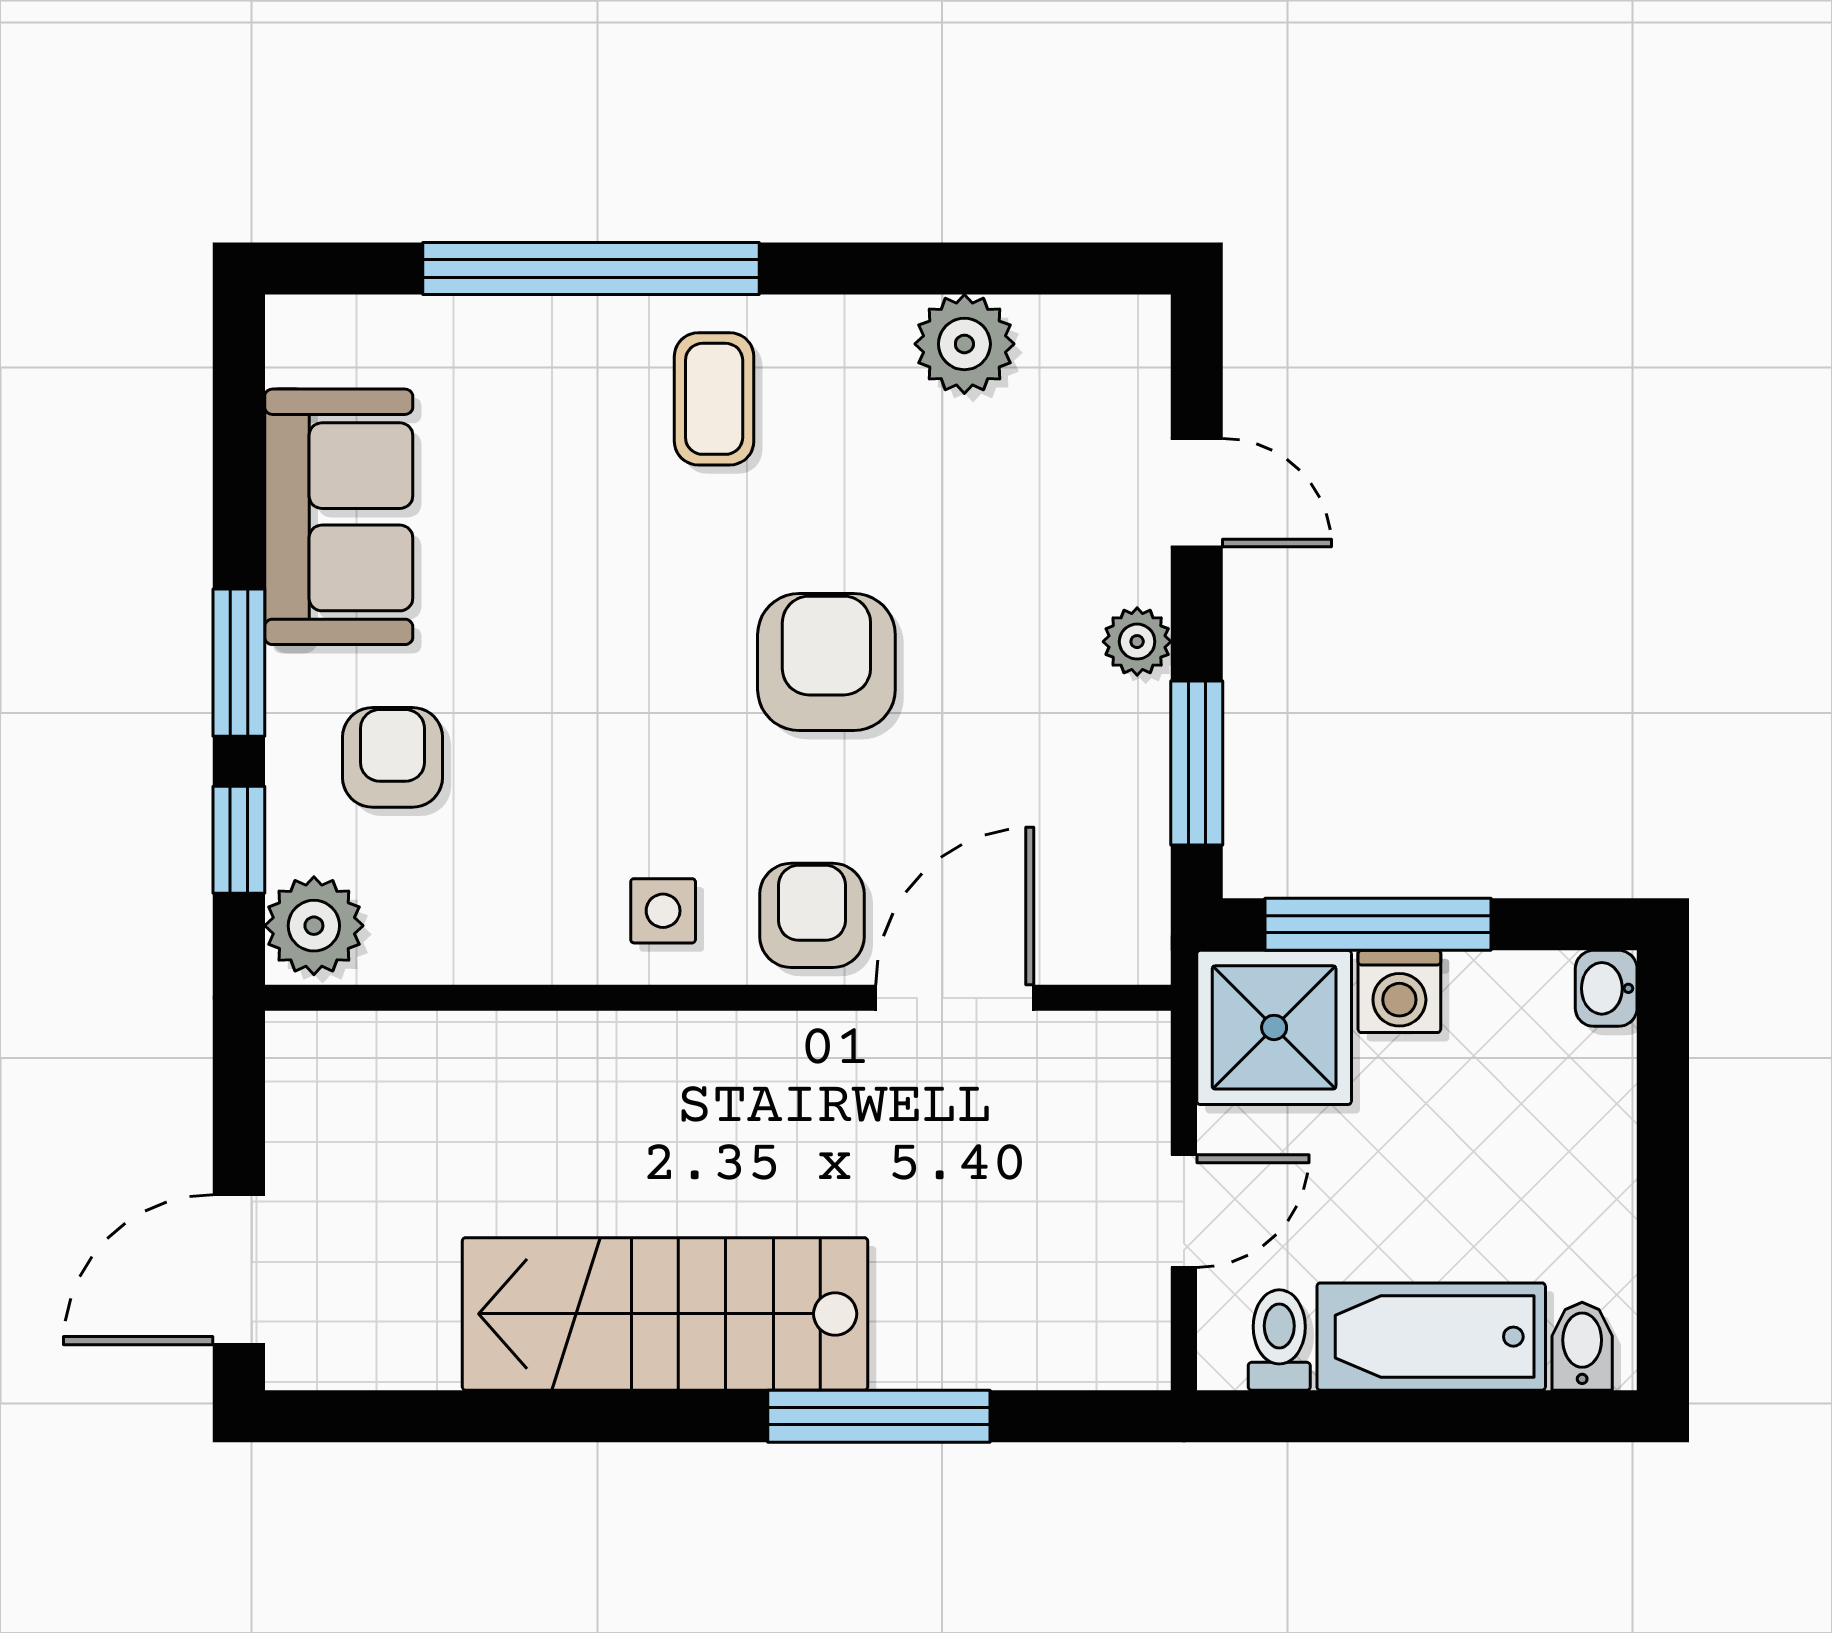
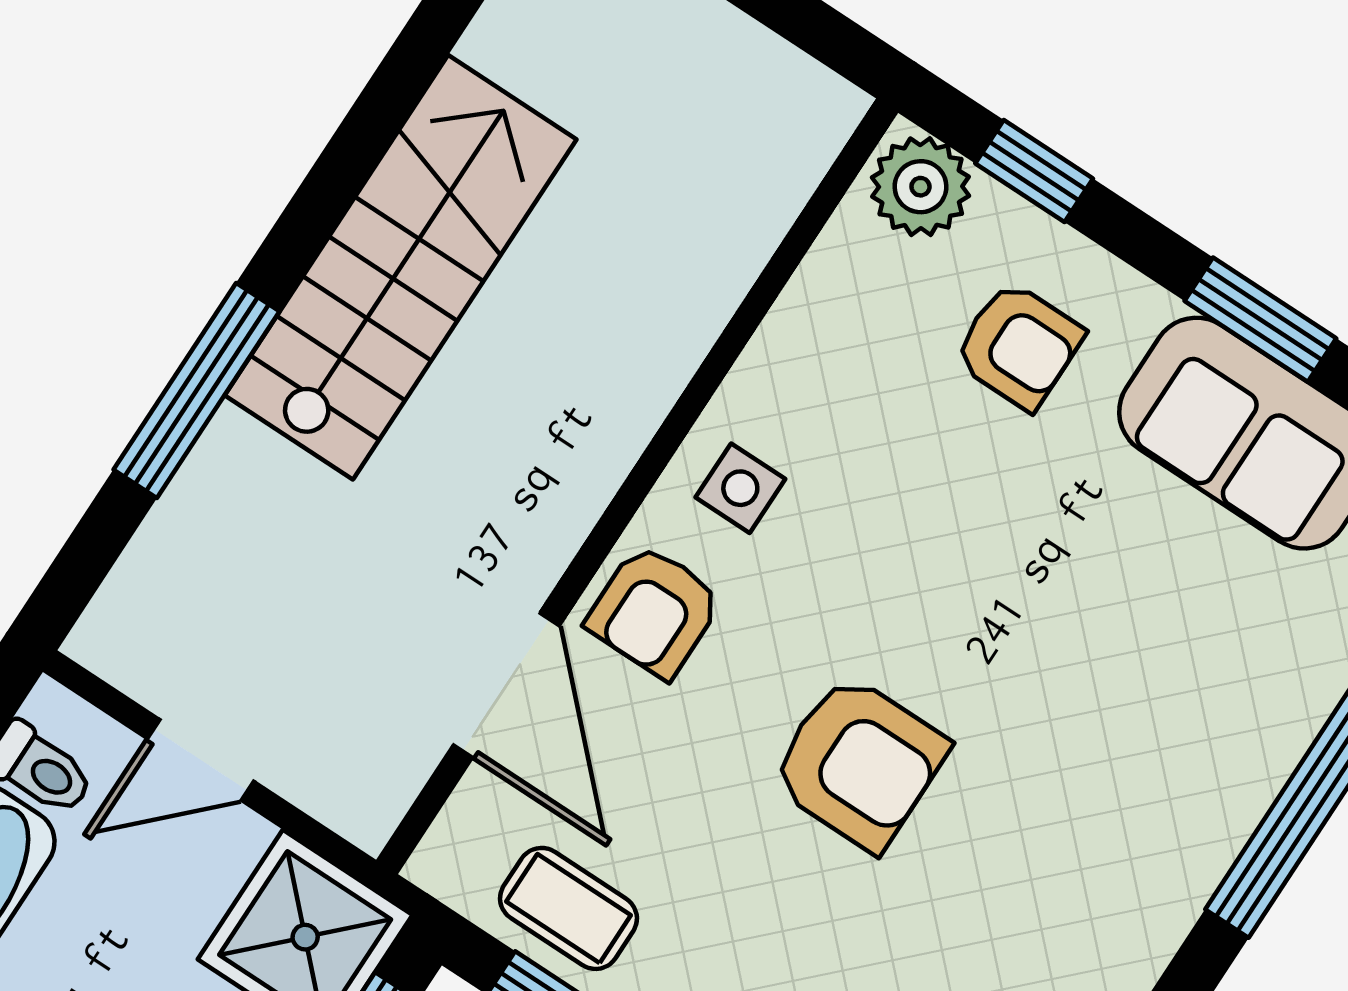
coffee table: (714, 399) -> (568, 908), moved
window: (239, 663) -> (1260, 320), moved
armchair: (812, 915) -> (654, 611), turned 90
door: (1184, 1211) -> (201, 760), hinge flipped

